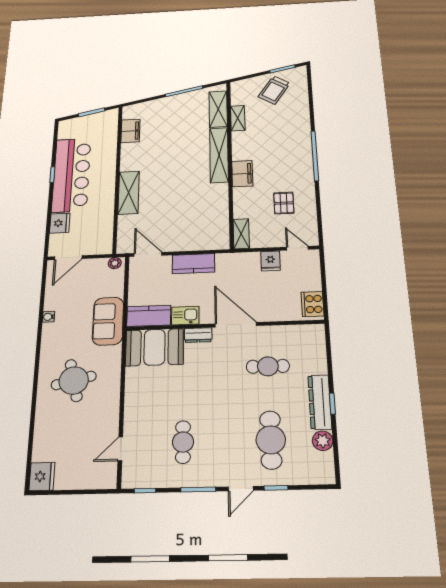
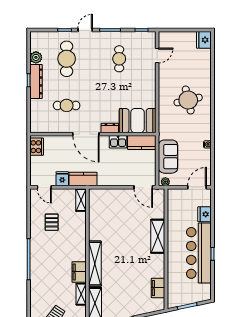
filing cabinet: (242, 174) -> (79, 272), moved
kitchen counter: (193, 264) -> (83, 179), moved
sofa: (108, 321) -> (168, 157), moved

